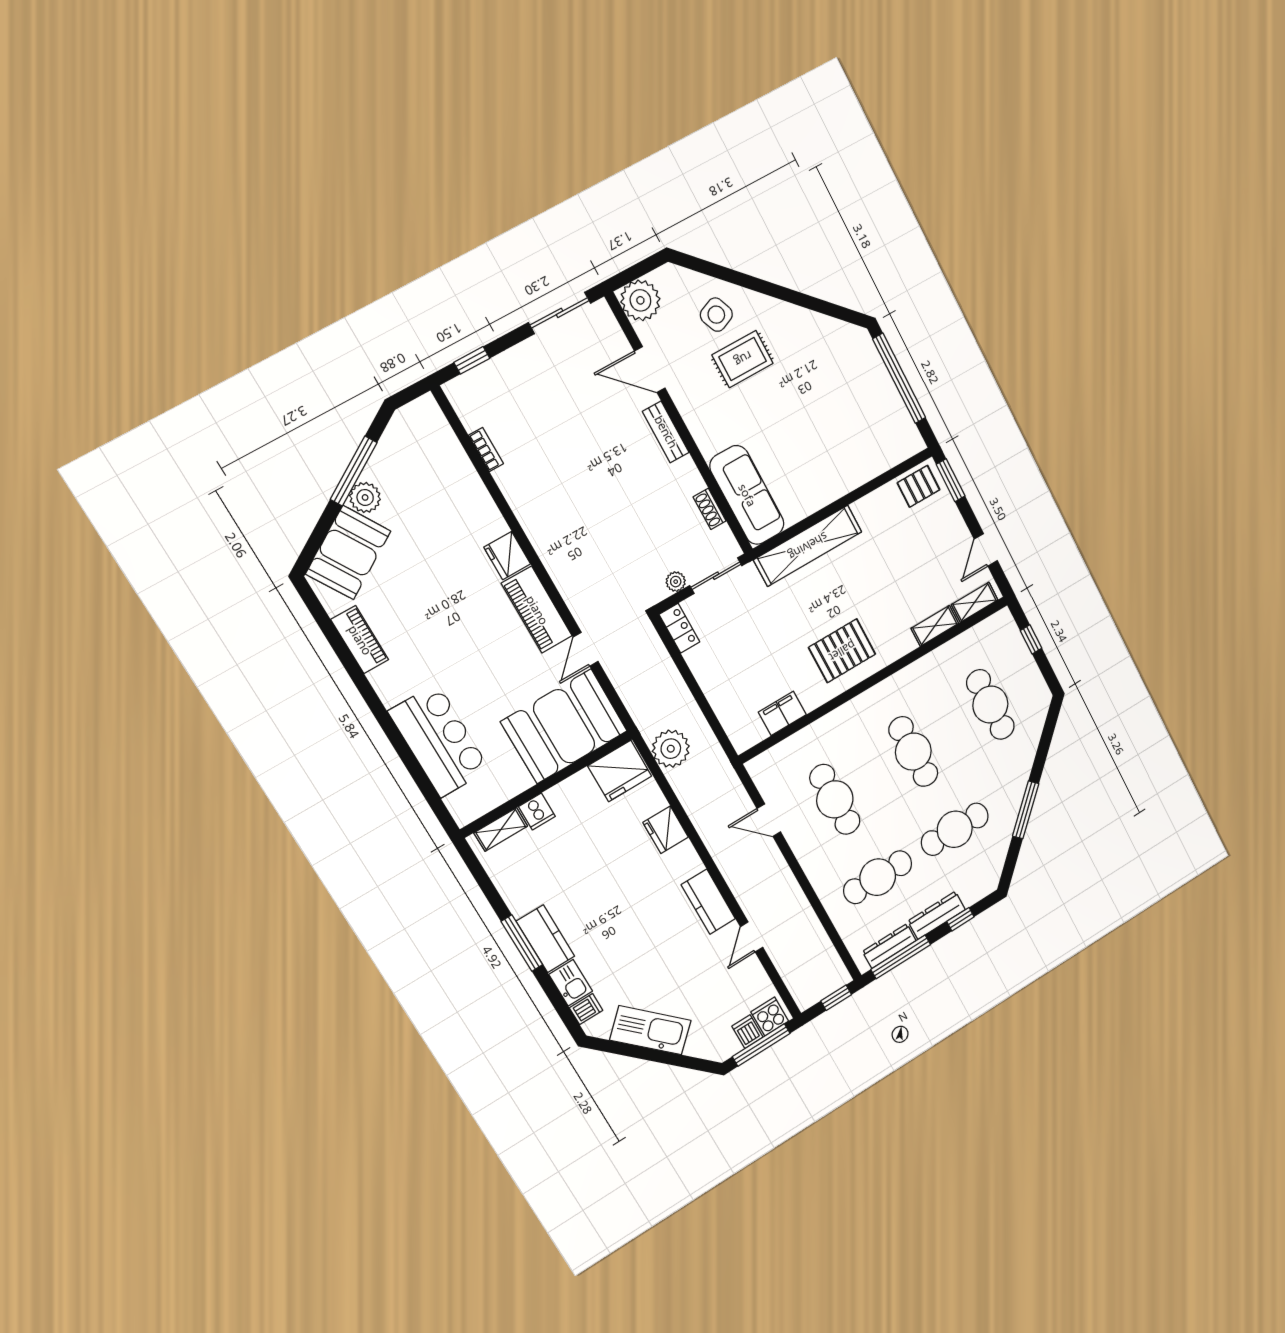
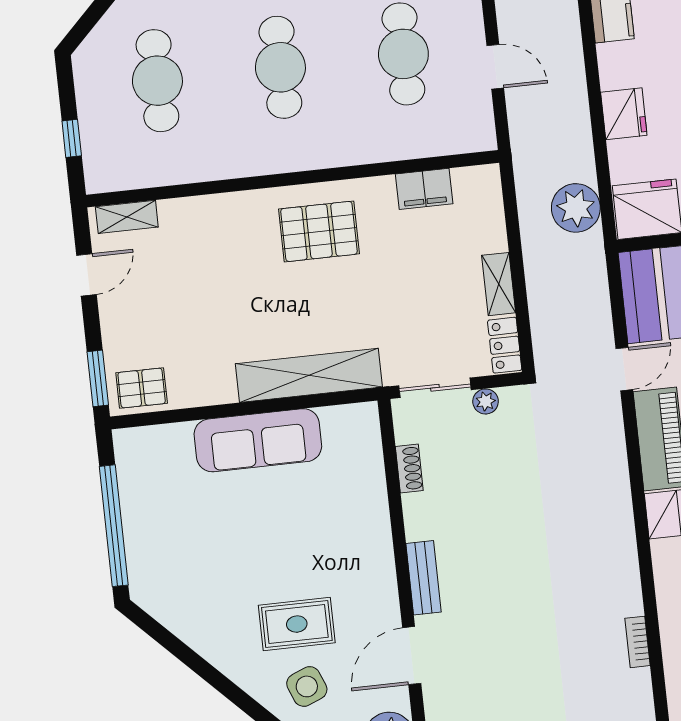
door: (650, 370) -> (412, 656), swing flipped
sofa: (747, 495) -> (258, 440), moved, turned -90
shelving: (935, 626) -> (499, 284), moved, turned 90

